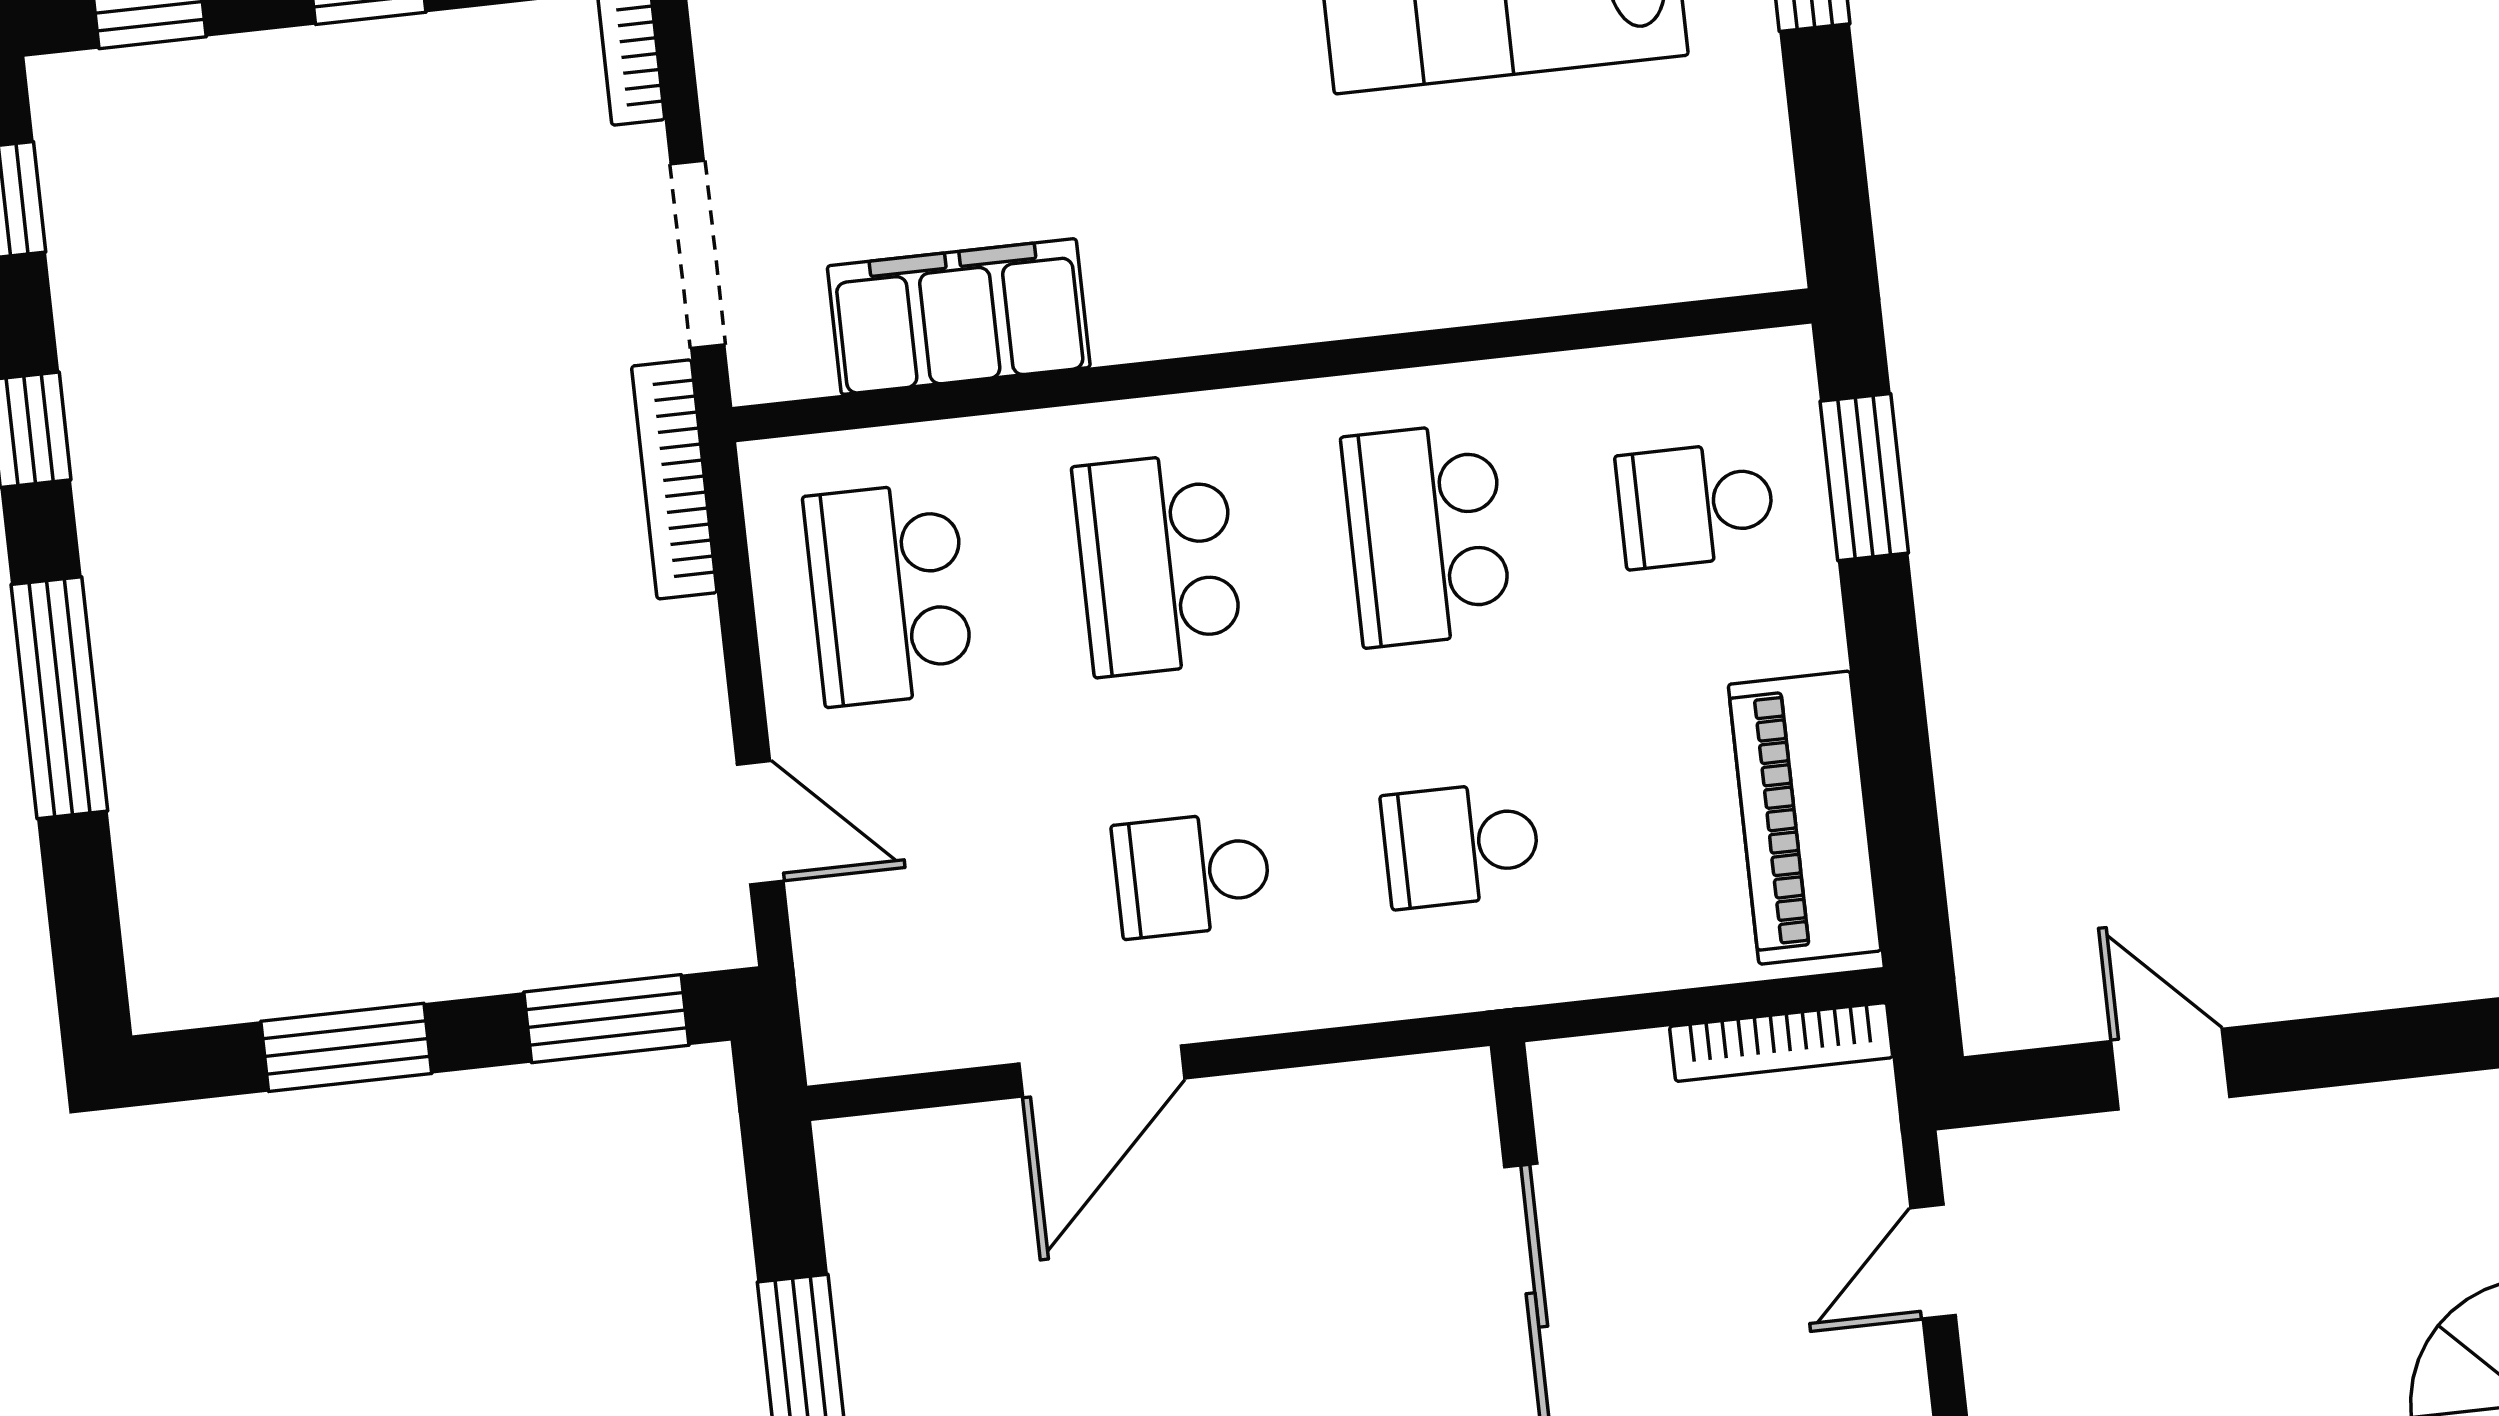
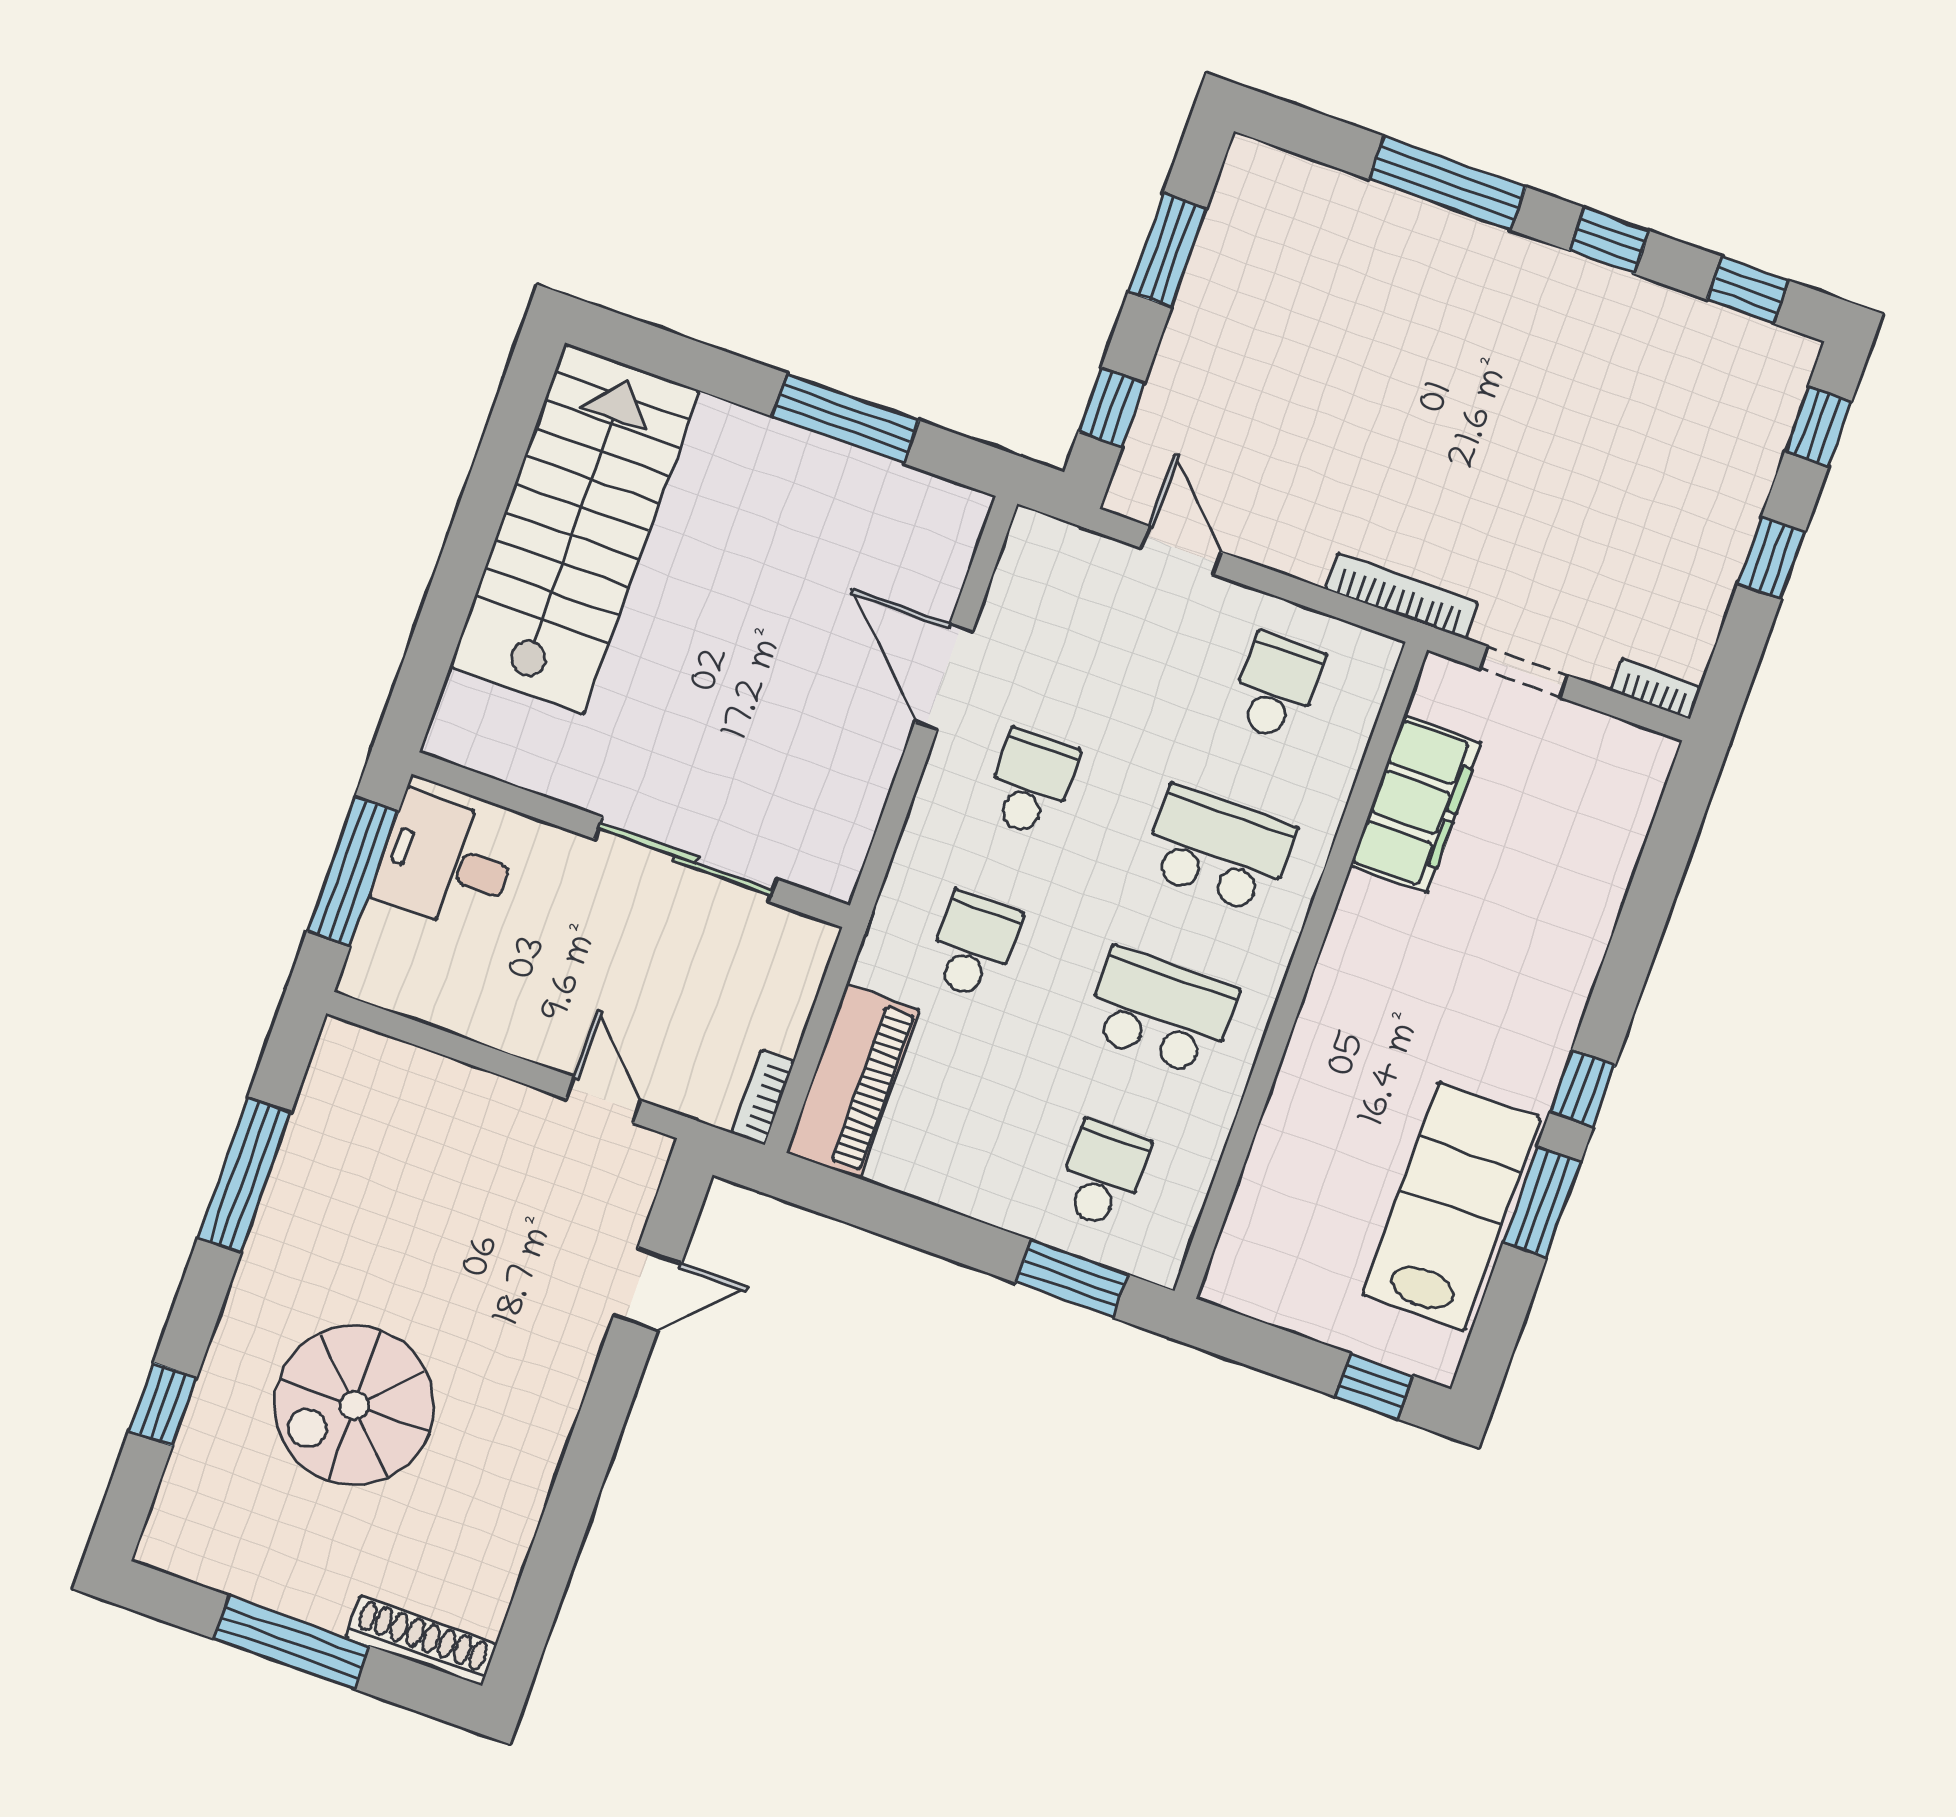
doorway: (698, 254) -> (1524, 672), width x0.73
school desk: (889, 594) -> (1276, 687), width x0.54
piano: (1805, 818) -> (853, 1081), moved, turned 90
door: (760, 823) -> (1181, 550), swing flipped
window: (606, 1019) -> (1112, 407), width x0.67
bookcase: (1781, 1042) -> (763, 1097), width x0.64

